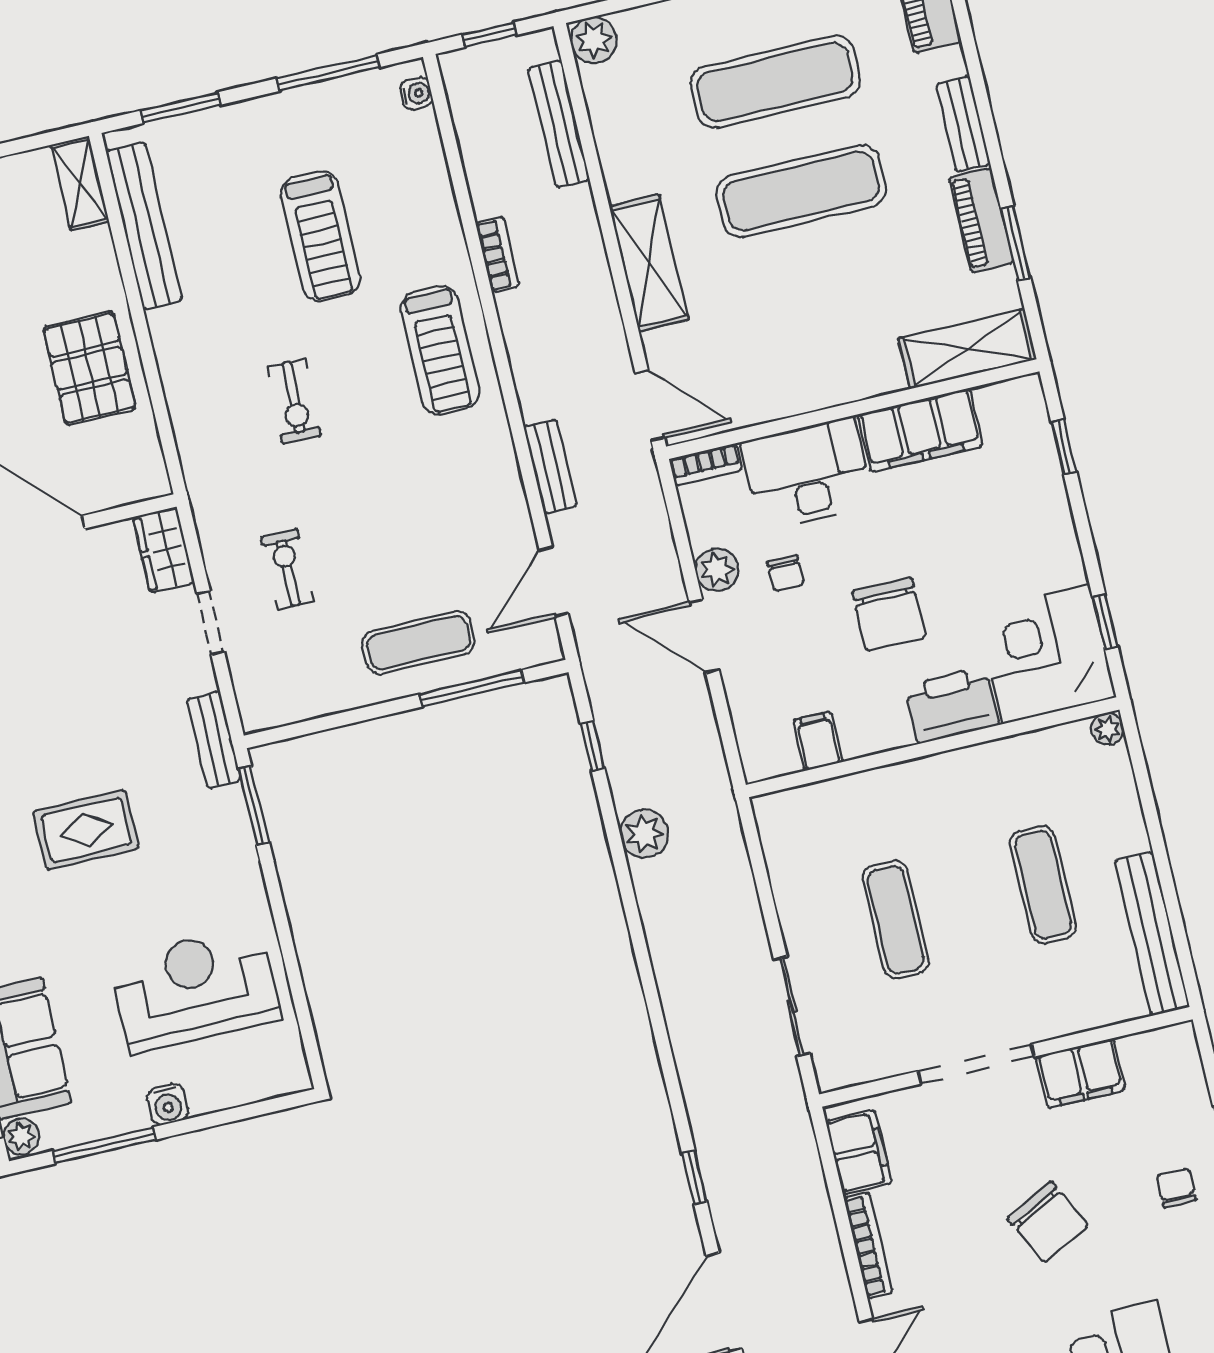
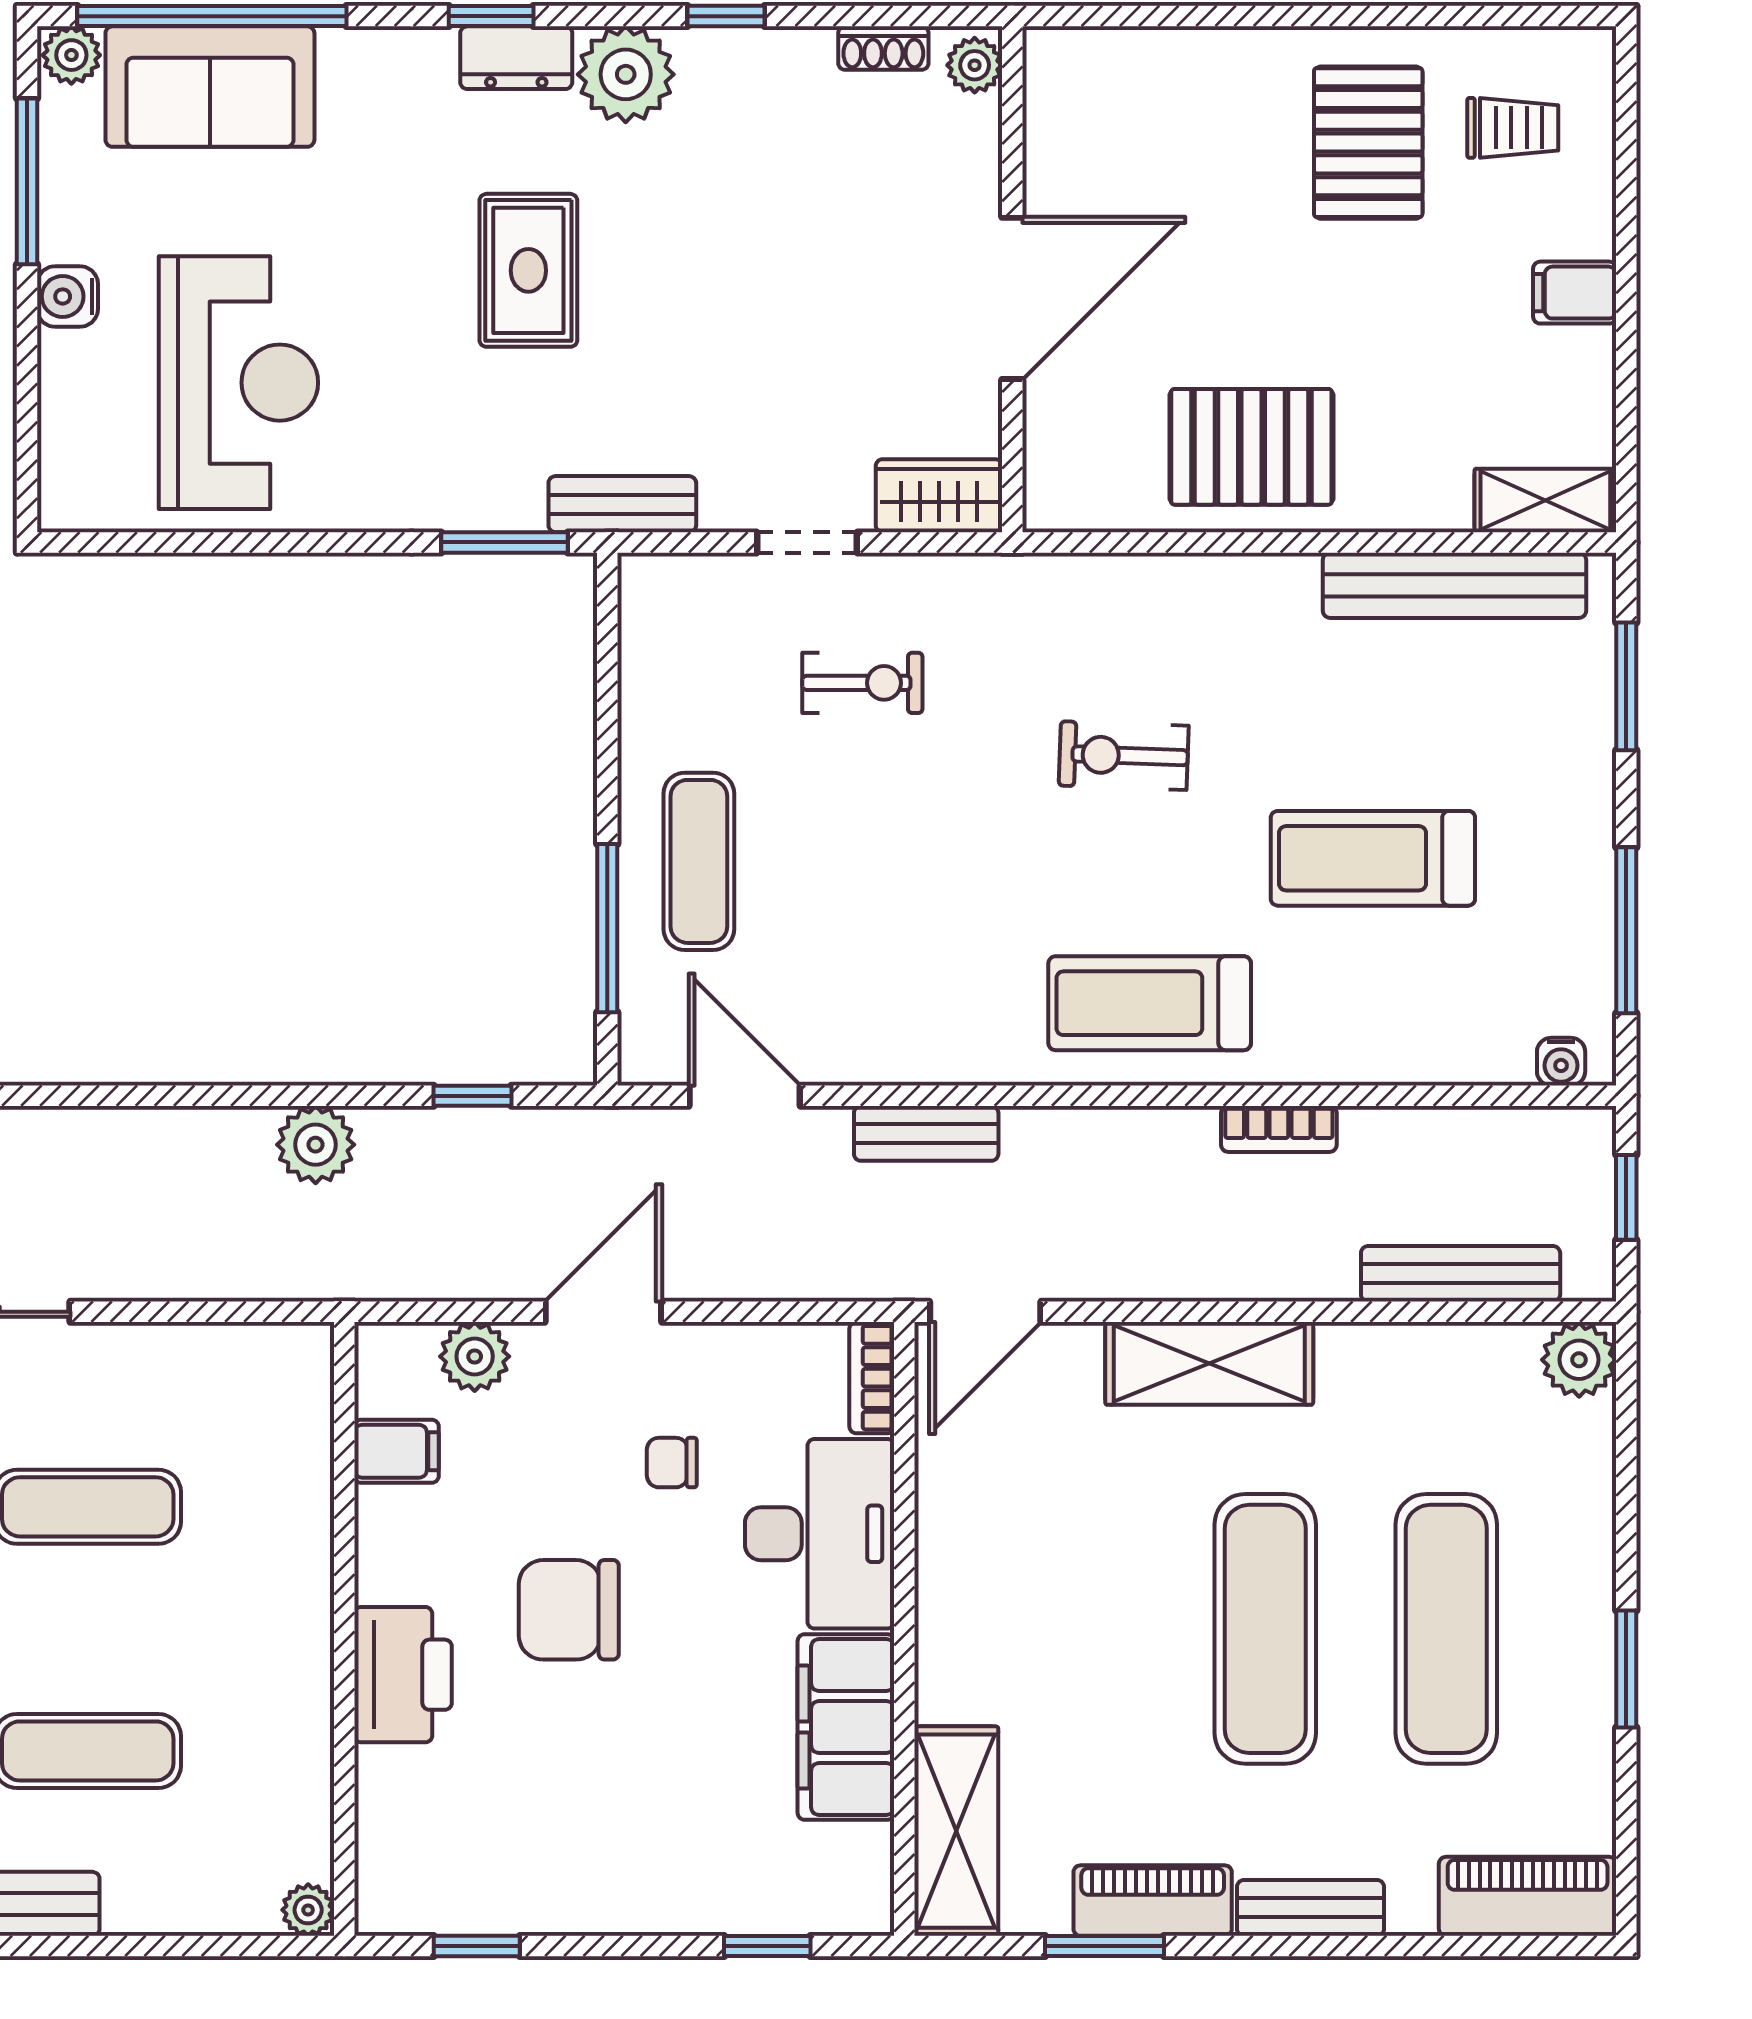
plant: (717, 570) -> (475, 1356), moved
corner desk: (1046, 654) -> (448, 1842), removed

